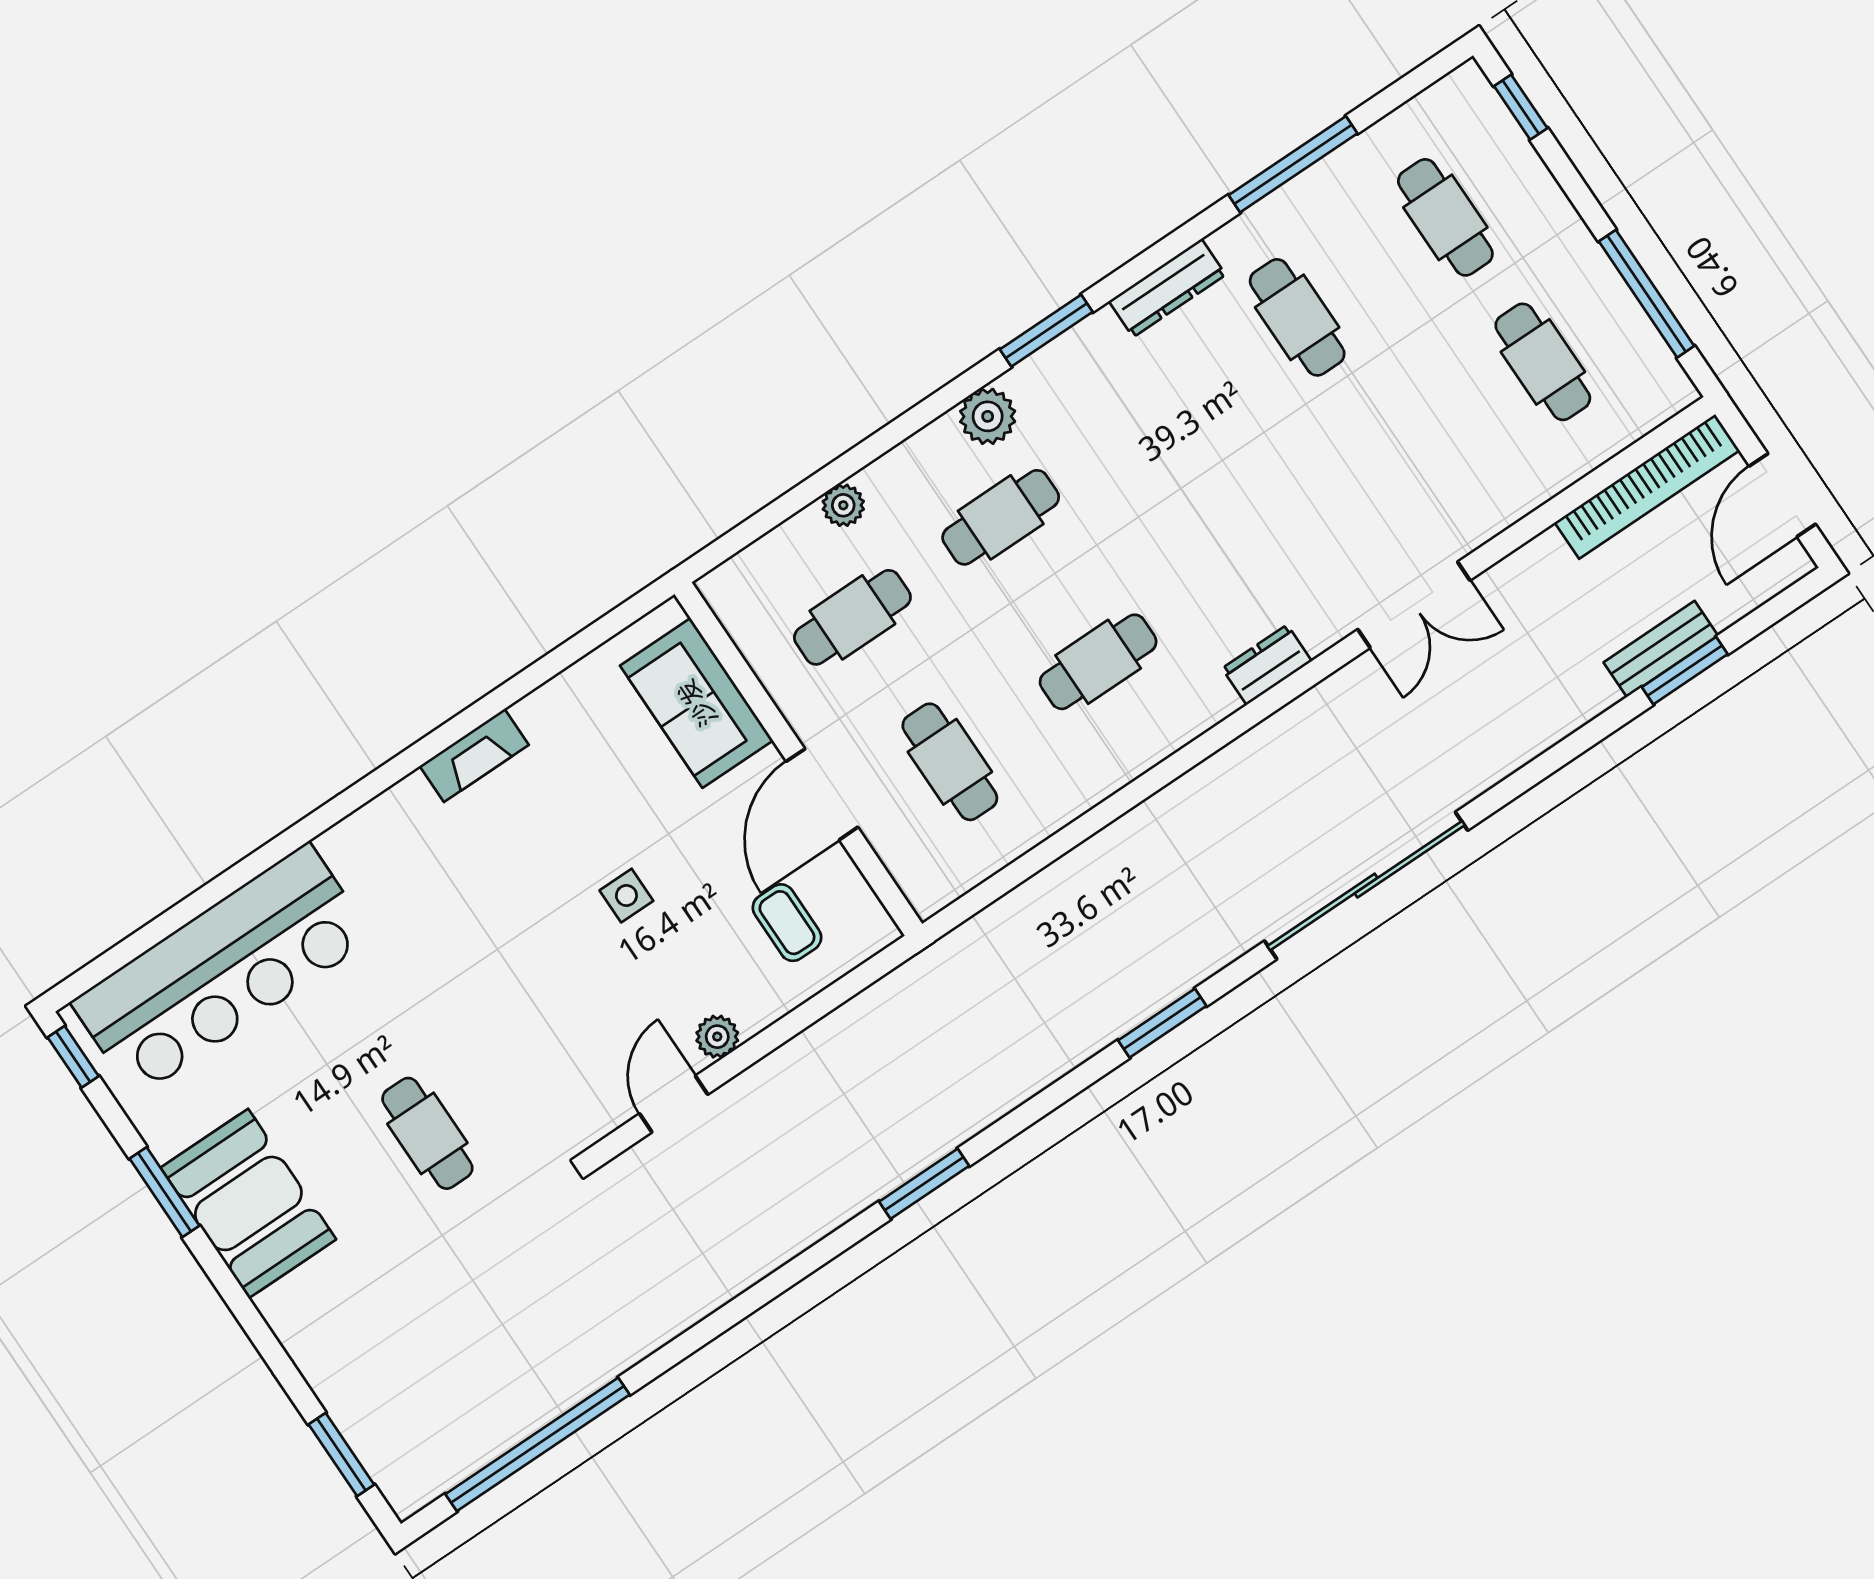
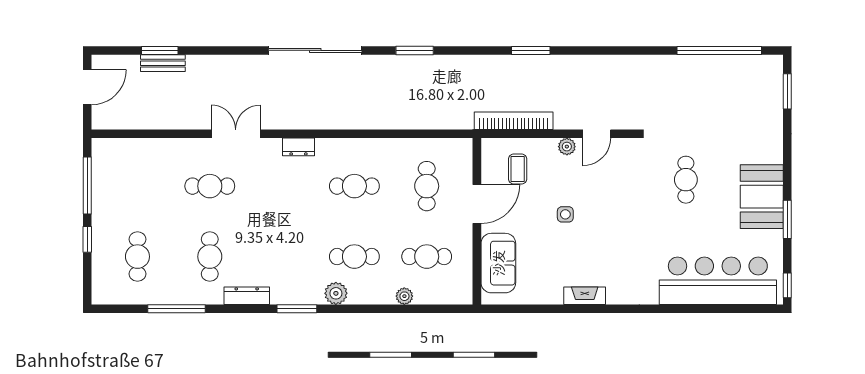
window: (1521, 107) -> (87, 239), moved
cafe table: (1543, 362) -> (210, 186), moved, turned 90
bookcase: (1647, 486) -> (514, 121), moved

